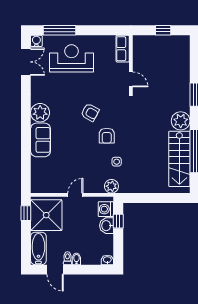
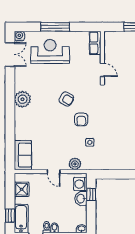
window: (59, 30) -> (55, 27), moved
sofa: (41, 140) -> (23, 155), moved
plant: (111, 186) -> (75, 164), moved
door: (75, 195) -> (54, 172), swing flipped
window: (26, 213) -> (10, 216), moved
shower: (46, 215) -> (22, 189), width x0.54, depth x0.54

